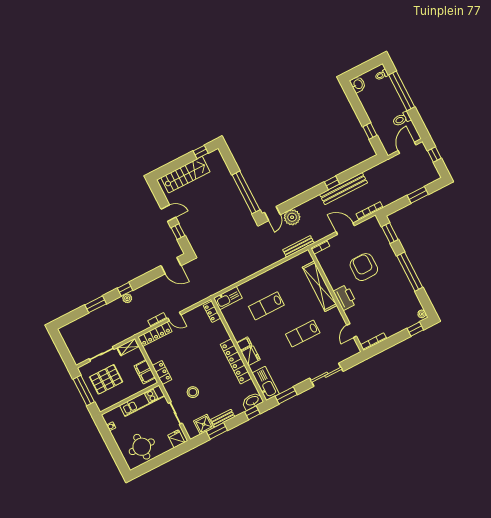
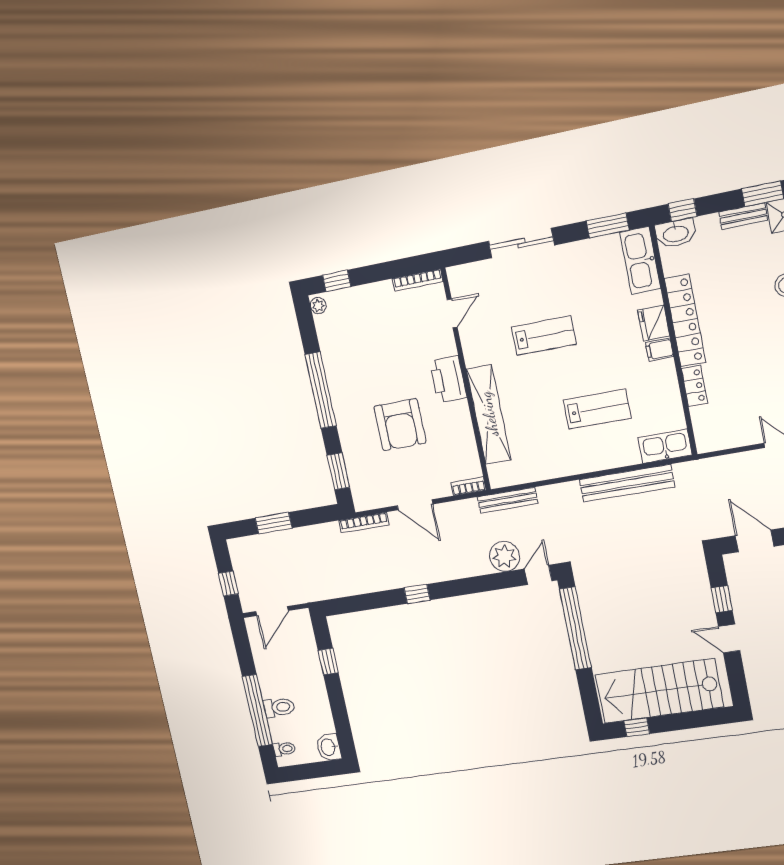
toilet: (402, 119) -> (279, 707), moved
stairs: (185, 175) -> (659, 691), width x1.36, depth x1.51
bench: (343, 189) -> (627, 483), moved
locker: (212, 312) -> (694, 386), moved

